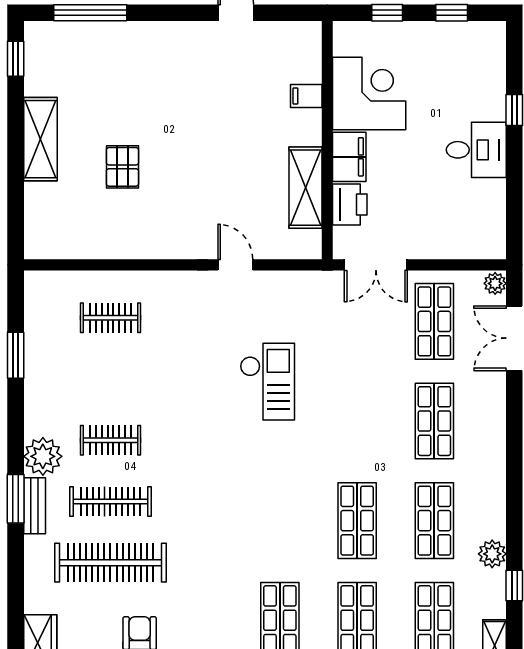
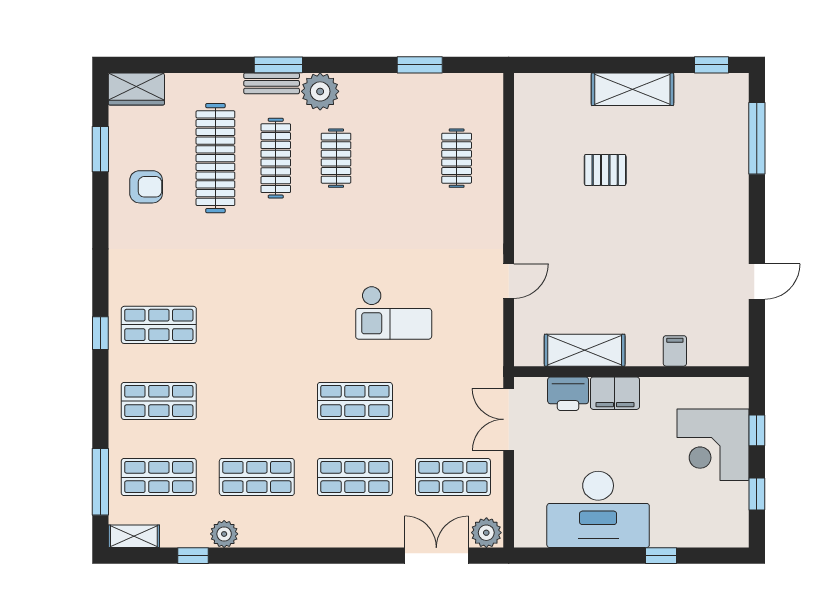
corner desk: (369, 93) -> (713, 445), moved, turned 90
desk: (476, 150) -> (598, 509), width x1.87, depth x1.30
plant: (495, 283) -> (486, 533), width x1.38, depth x1.38
shop shelf: (357, 521) -> (355, 401), moved

